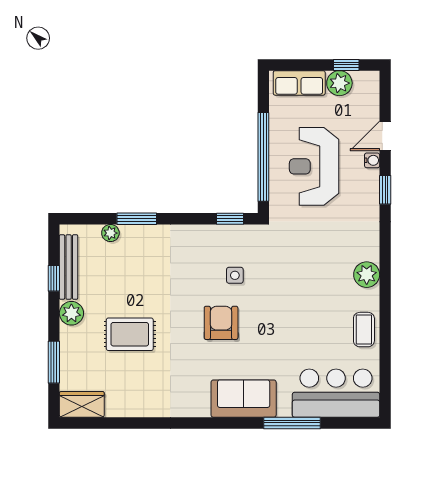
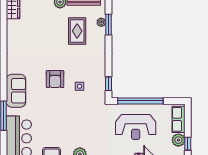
reception desk: (314, 166) -> (136, 127), turned 180
window: (137, 219) -> (109, 25), moved
armchair: (221, 323) -> (55, 79), turned 90
rug: (130, 334) -> (77, 31), moved

